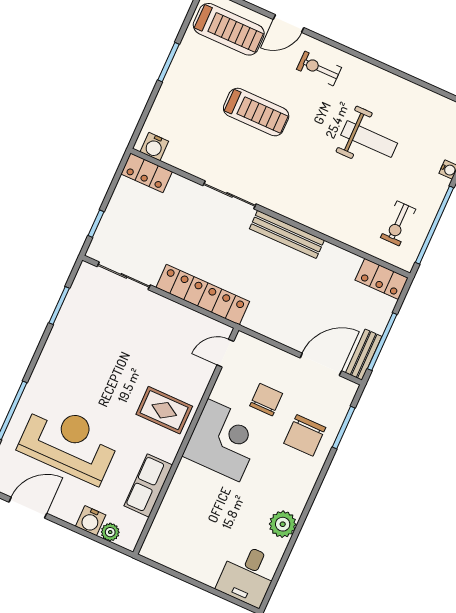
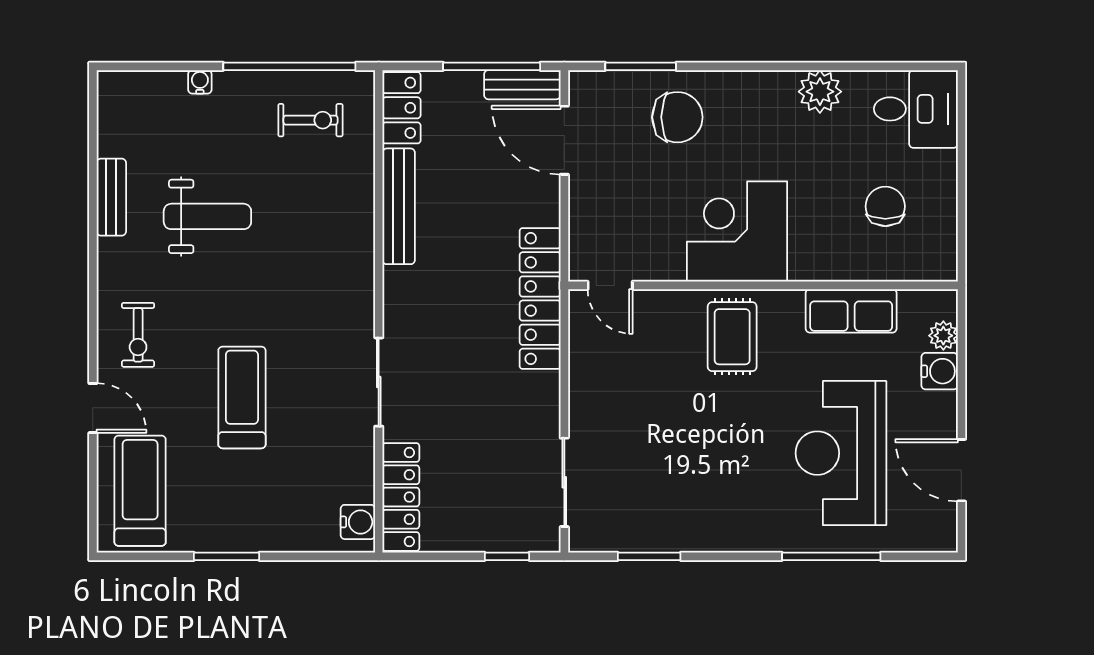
bench: (405, 89) -> (111, 197), added
weight bench: (369, 139) -> (207, 216), turned 90
locker: (147, 173) -> (401, 497), width x1.53
bench: (287, 234) -> (399, 206), moved
locker: (203, 295) -> (540, 299), moved
chair: (266, 400) -> (885, 206), moved, turned 90

